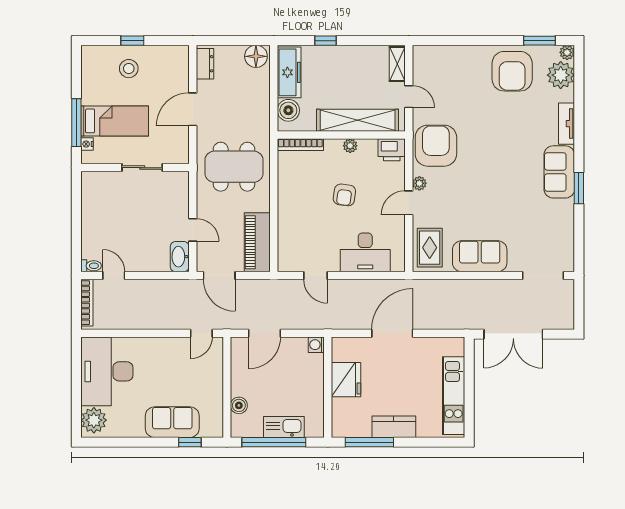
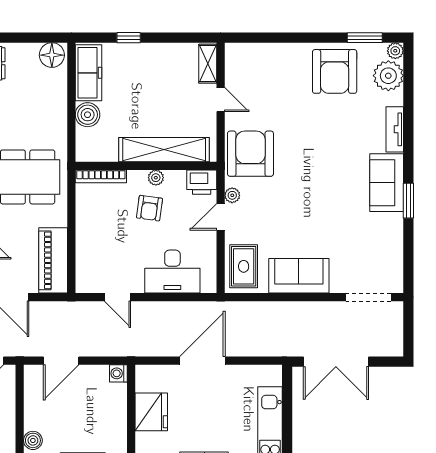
shelving: (358, 120) -> (164, 150), moved
wall: (341, 135) -> (146, 166), moved
bookcase: (300, 145) -> (101, 176), moved
plant: (350, 146) -> (156, 178), moved
printer: (392, 150) -> (202, 182), moved

